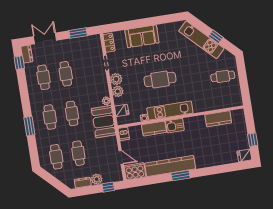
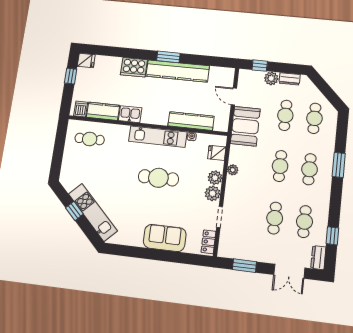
window: (19, 63) -> (332, 236), moved
cafe table: (223, 76) -> (90, 139), moved
booth: (104, 122) -> (245, 126), moved
kitchen sink: (175, 126) -> (130, 114), moved
kitchen counter: (154, 129) -> (191, 121), width x1.50
dishwasher: (124, 134) -> (81, 109), moved
cooker: (135, 171) -> (134, 67), moved

